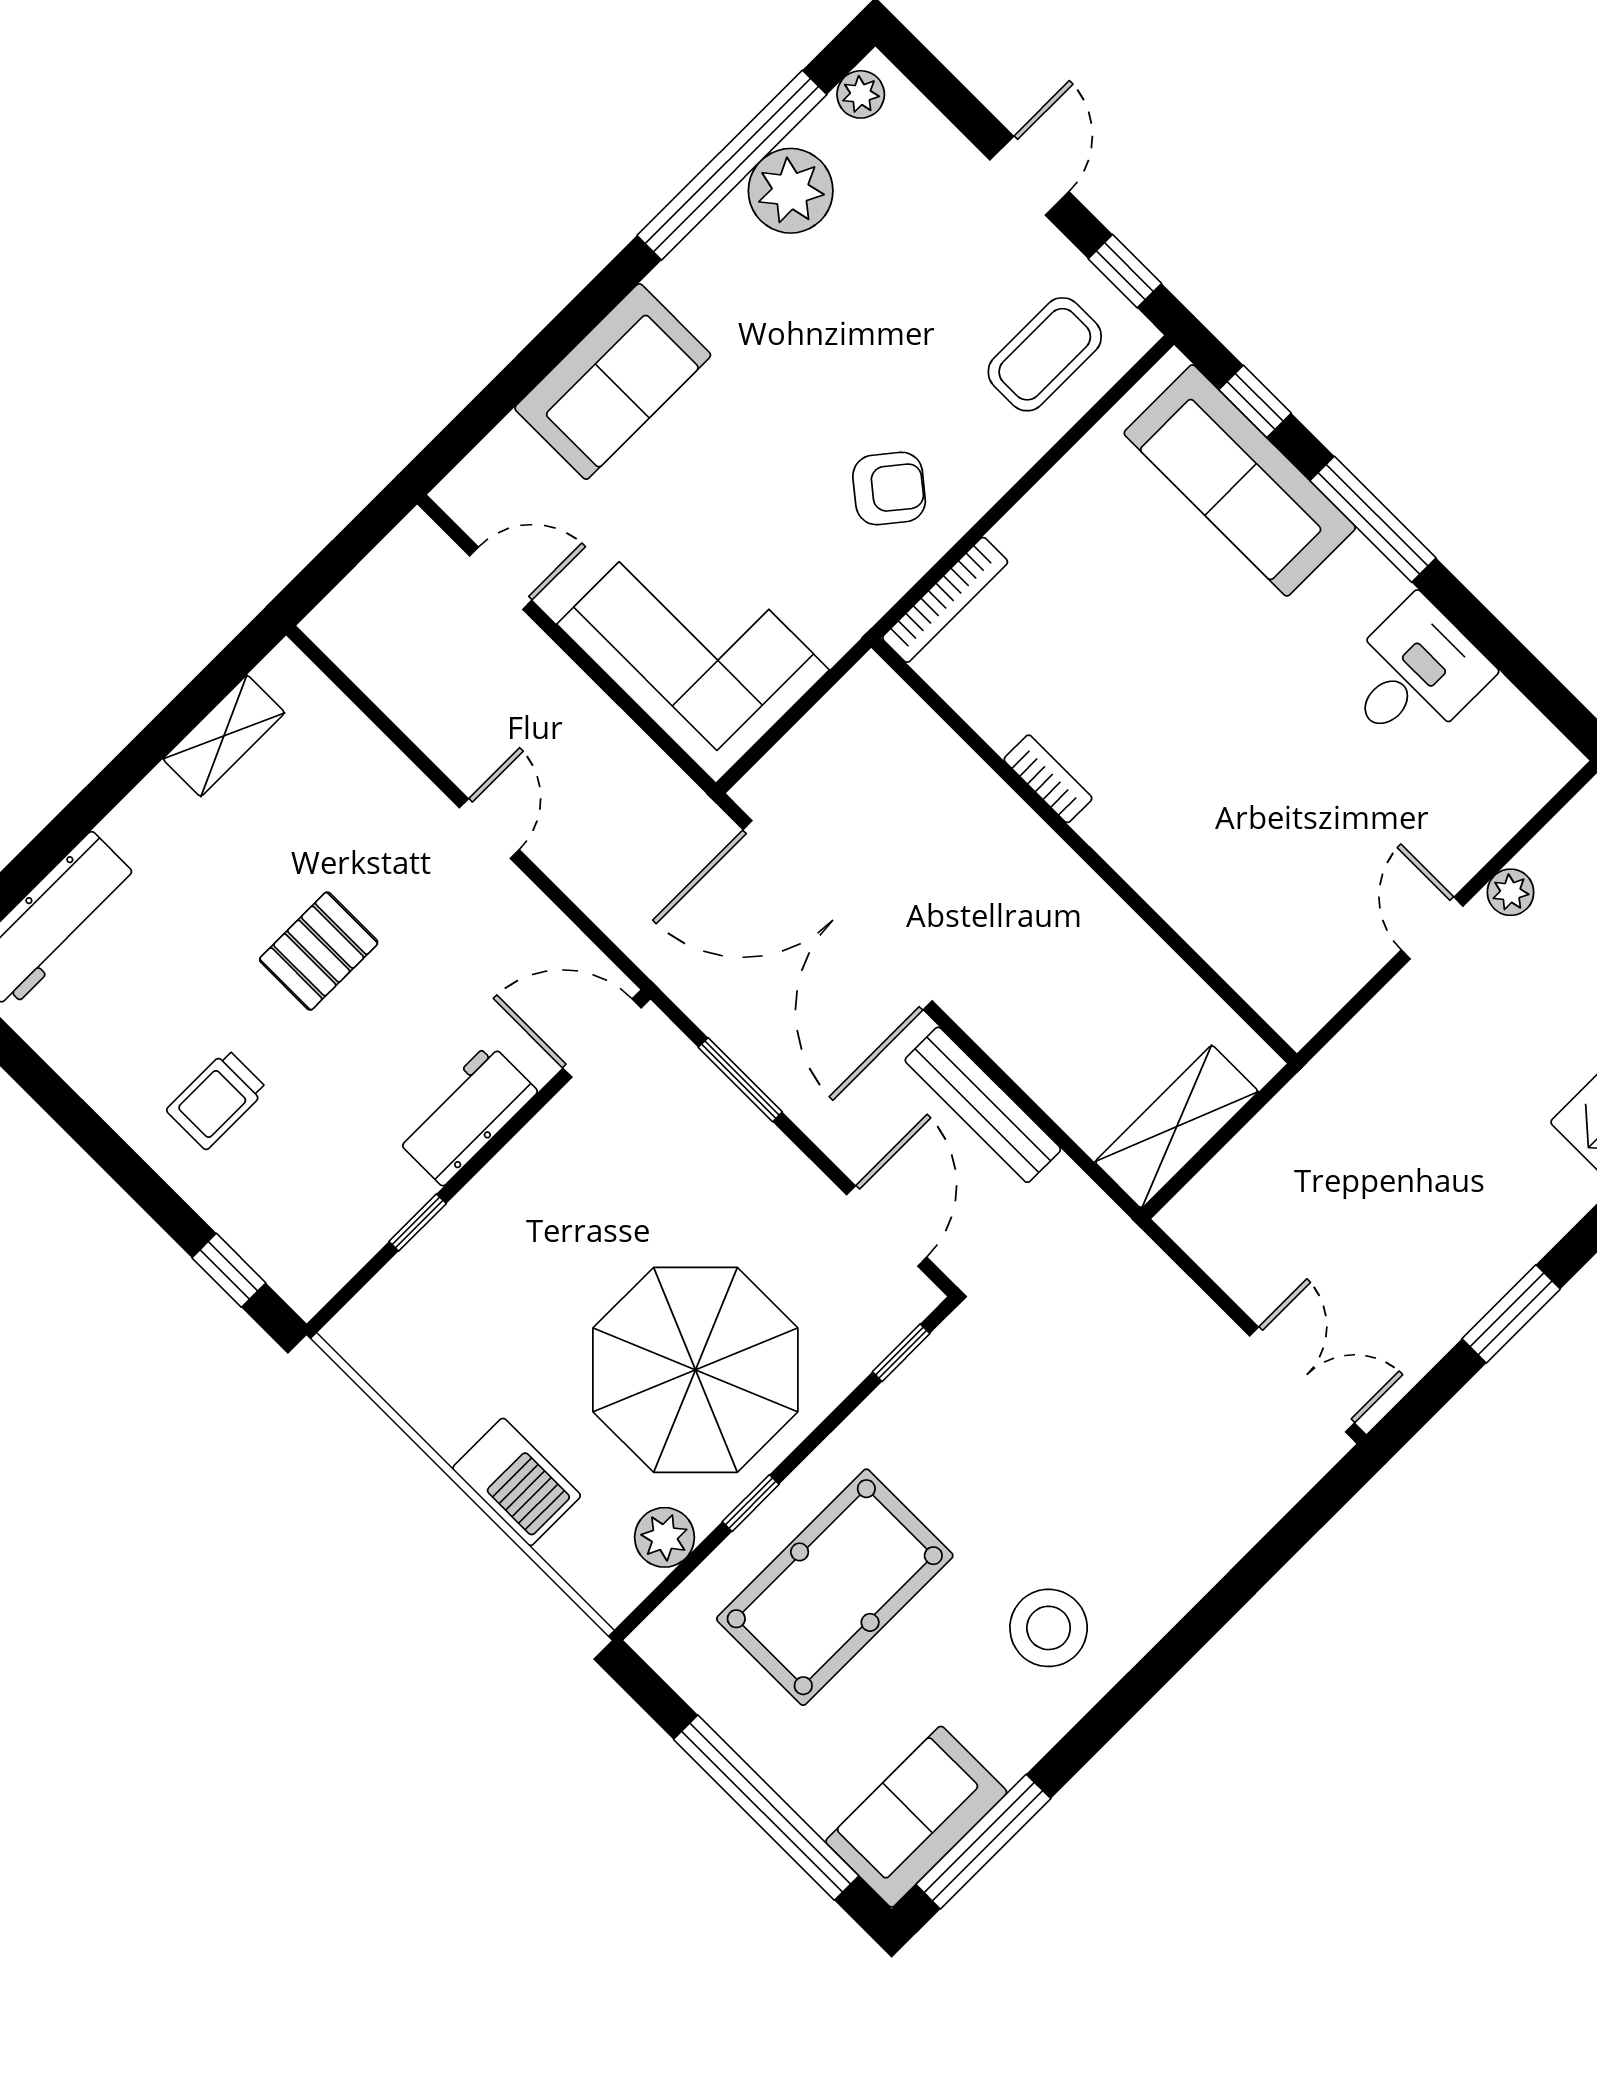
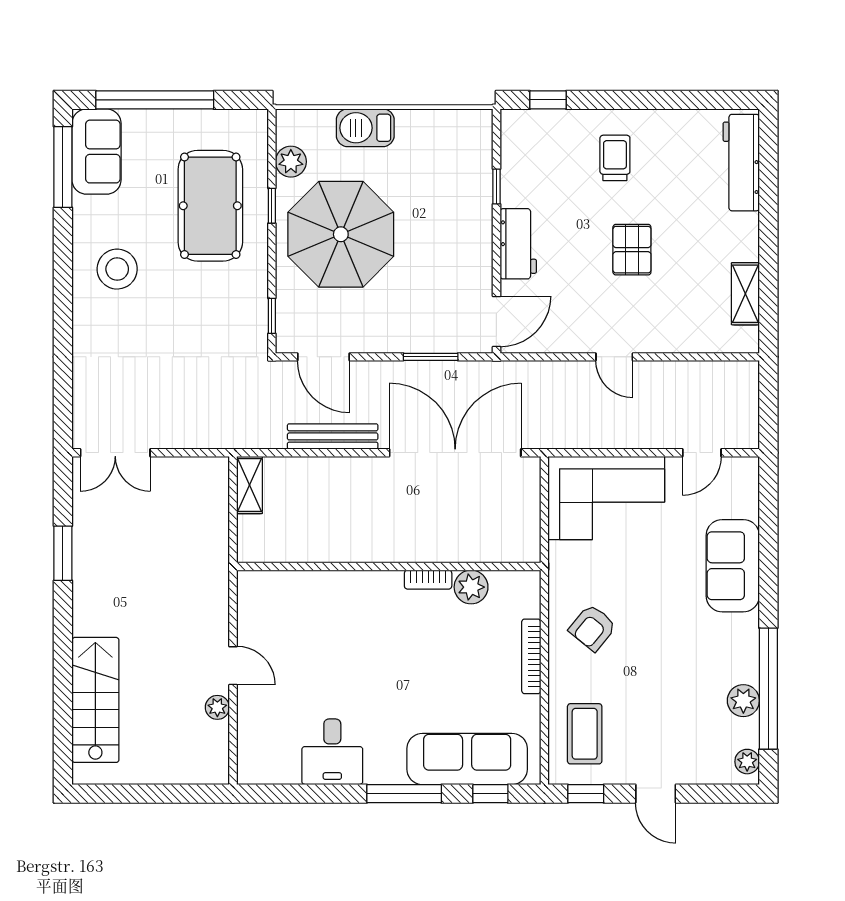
plant: (791, 191) -> (743, 701), width x0.73, depth x0.73
bookcase: (945, 600) -> (531, 656), moved
plant: (999, 710) -> (471, 587), added
shelving: (1177, 1127) -> (249, 485), width x0.67, depth x0.75

